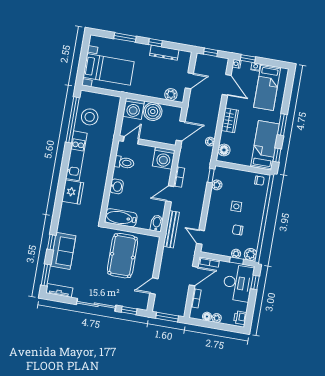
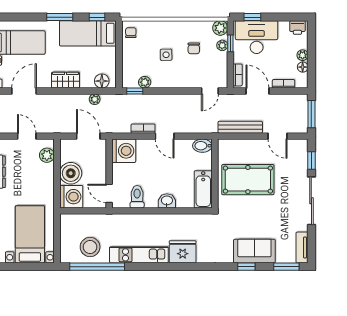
bench: (171, 229) -> (240, 127), moved

